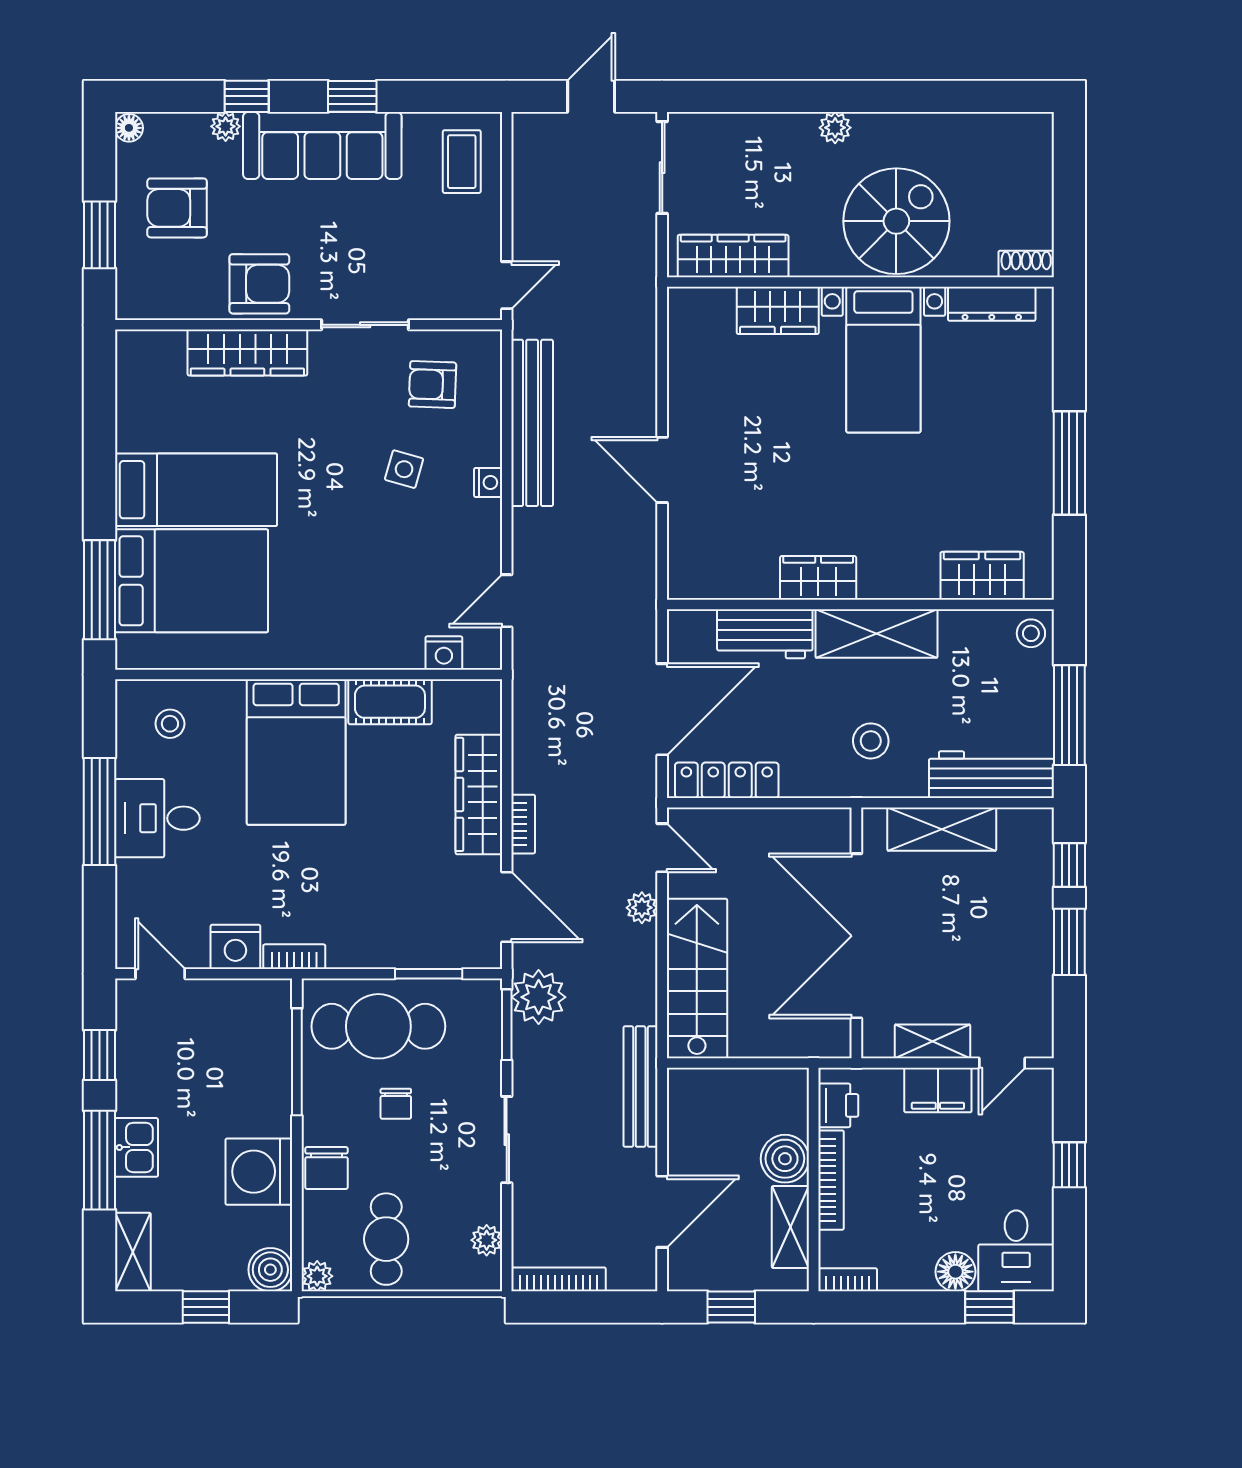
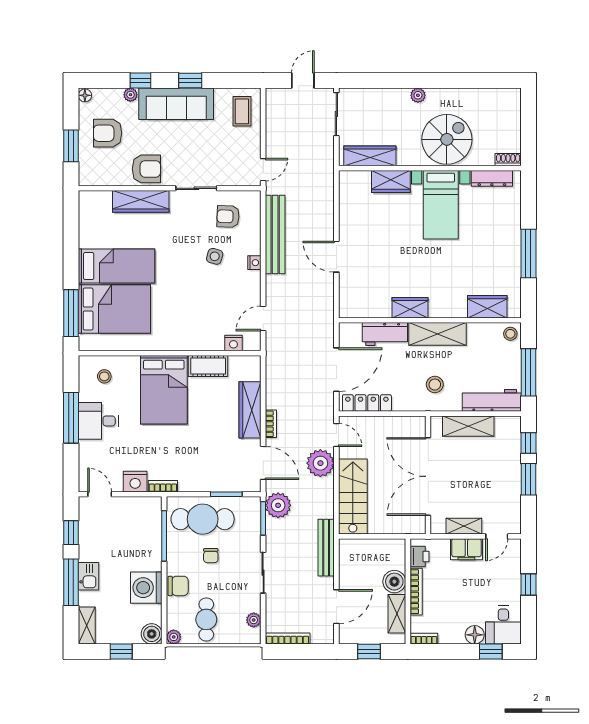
plant: (642, 908) -> (320, 463), width x1.87, depth x1.87
chair: (326, 1168) -> (178, 586), turned -90

